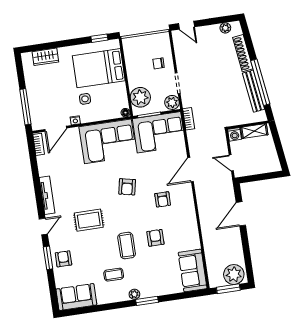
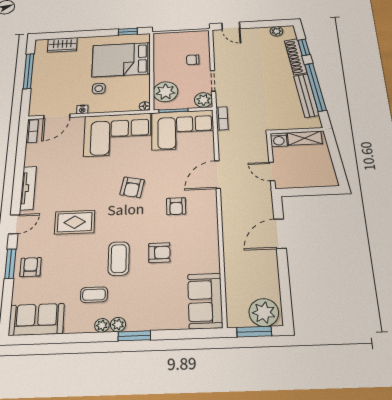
window: (249, 43) -> (304, 47), added
window: (25, 107) -> (29, 71), moved
armchair: (155, 238) -> (159, 253), turned 90
plant: (123, 296) -> (102, 325), added

